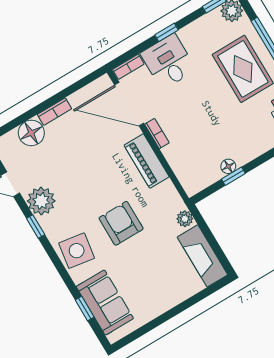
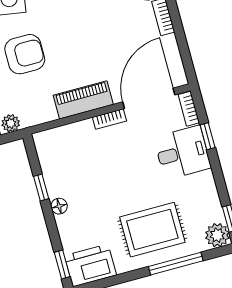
window: (167, 32) -> (208, 136), moved
floor lamp: (228, 166) -> (59, 206), moved

